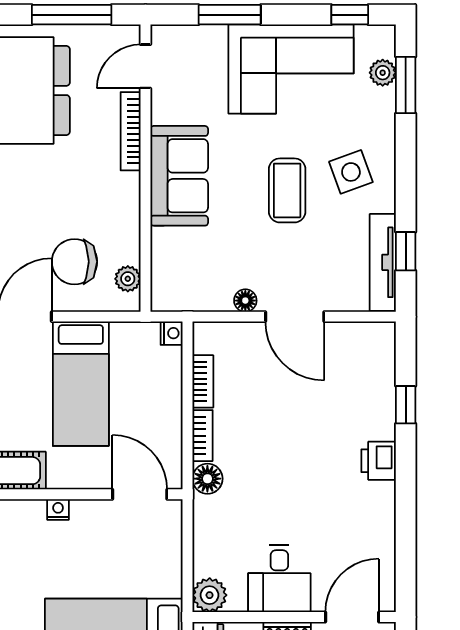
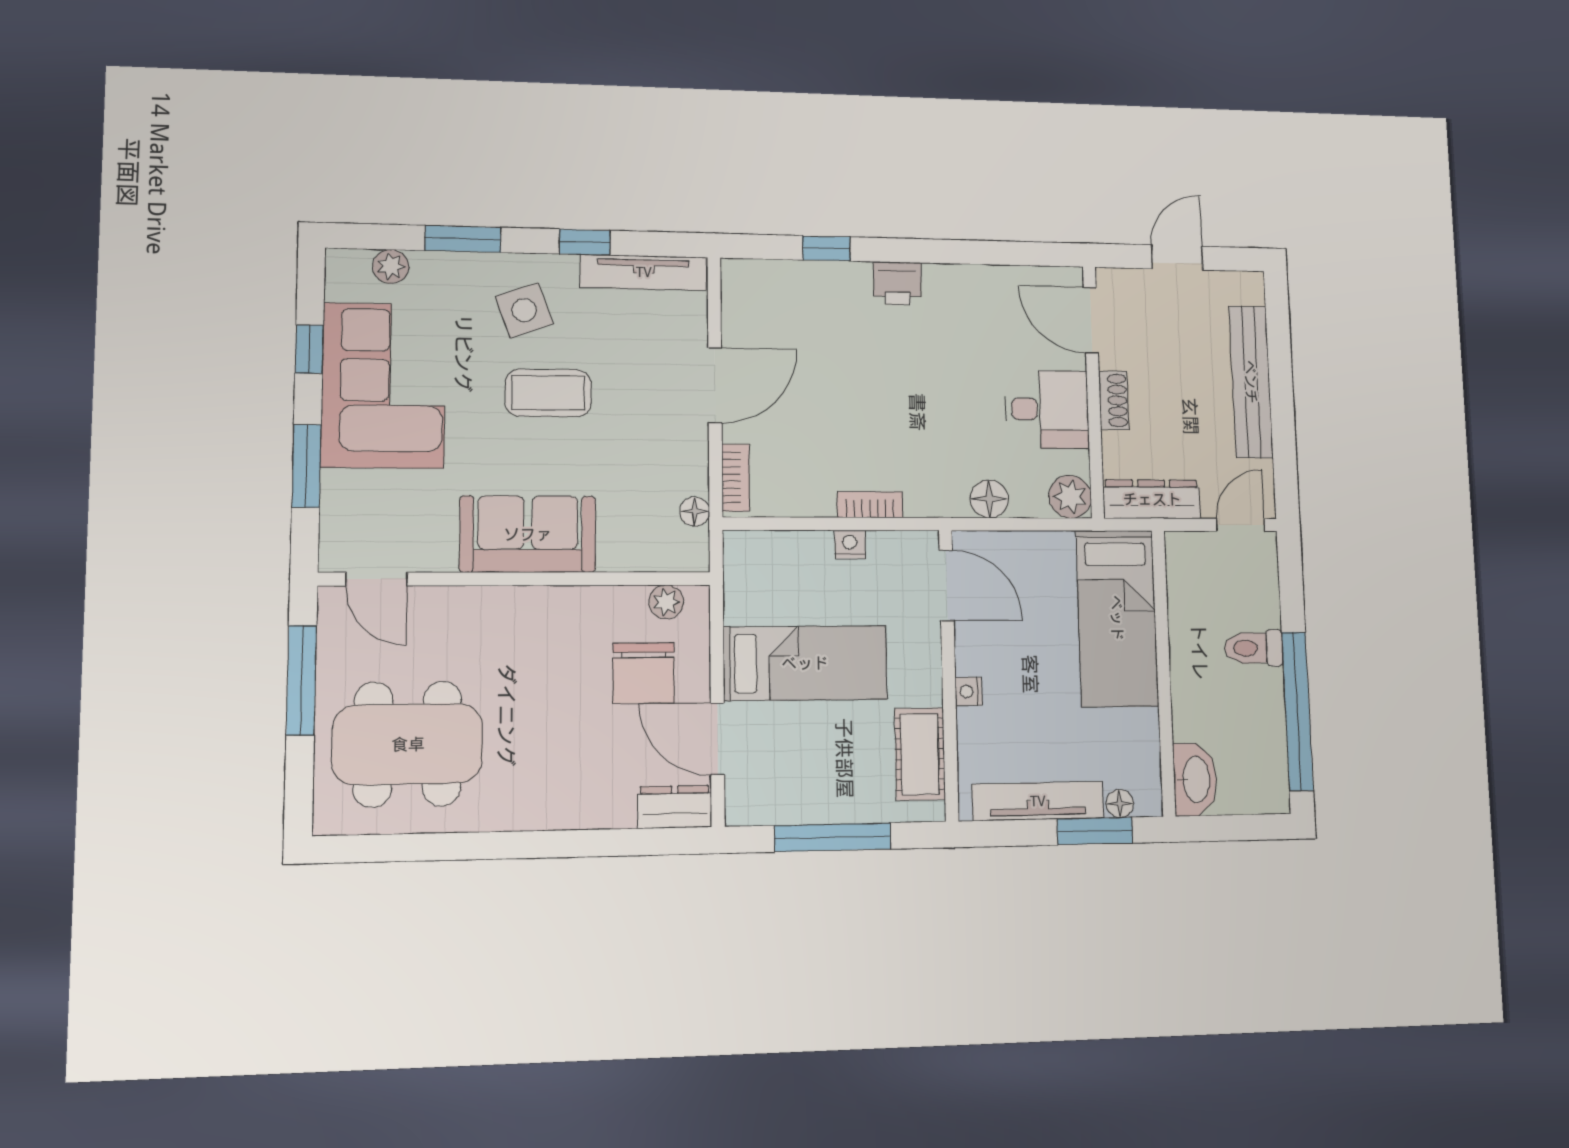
window: (350, 15) -> (309, 349), moved
window: (406, 85) -> (463, 239), moved
bookcase: (131, 131) -> (466, 599), removed
window: (406, 251) -> (585, 242), moved
floor lamp: (245, 301) -> (695, 512), moved
nightstand: (172, 333) -> (850, 544), moved
bookcase: (203, 381) -> (736, 478), moved, turned 90
floor lamp: (207, 479) -> (989, 499), moved
door: (140, 494) -> (947, 585), swing flipped

